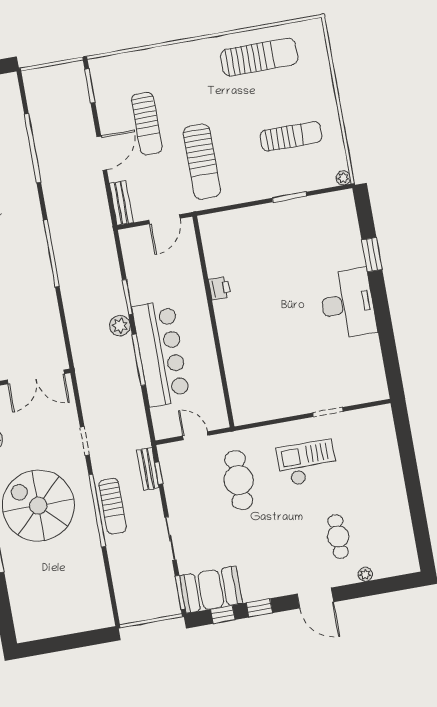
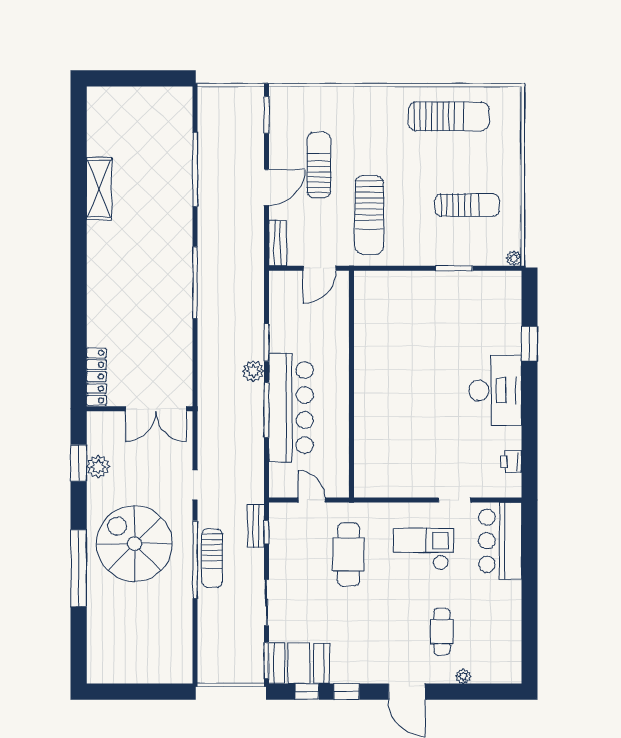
sun lounger: (147, 124) -> (319, 165), turned 180
printer: (220, 288) -> (511, 462), moved, turned 180
bar counter: (377, 442) -> (500, 541), added

